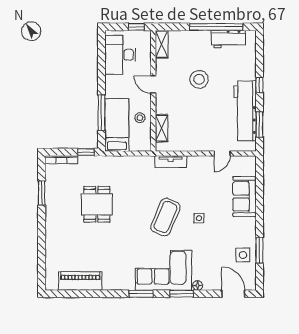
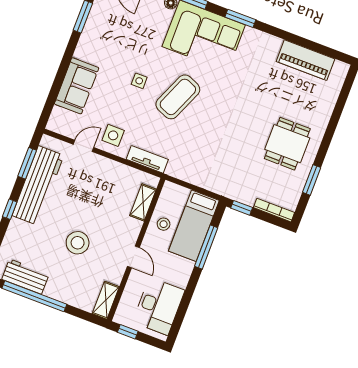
dining table: (97, 204) -> (287, 144), moved
side table: (243, 255) -> (113, 135), moved

